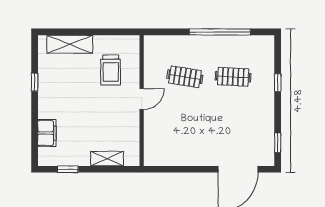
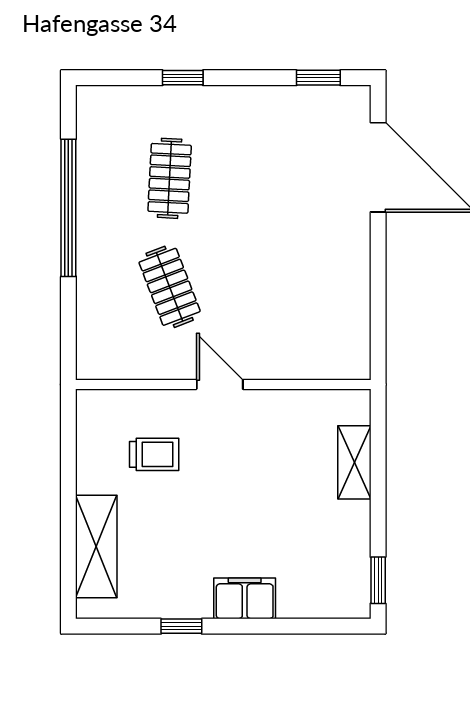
trolley: (111, 70) -> (154, 454), width x0.73, depth x0.72
clothes rail: (185, 77) -> (170, 287), turned -30
filing cabinet: (47, 133) -> (245, 598), moved
window: (68, 169) -> (378, 580), moved

